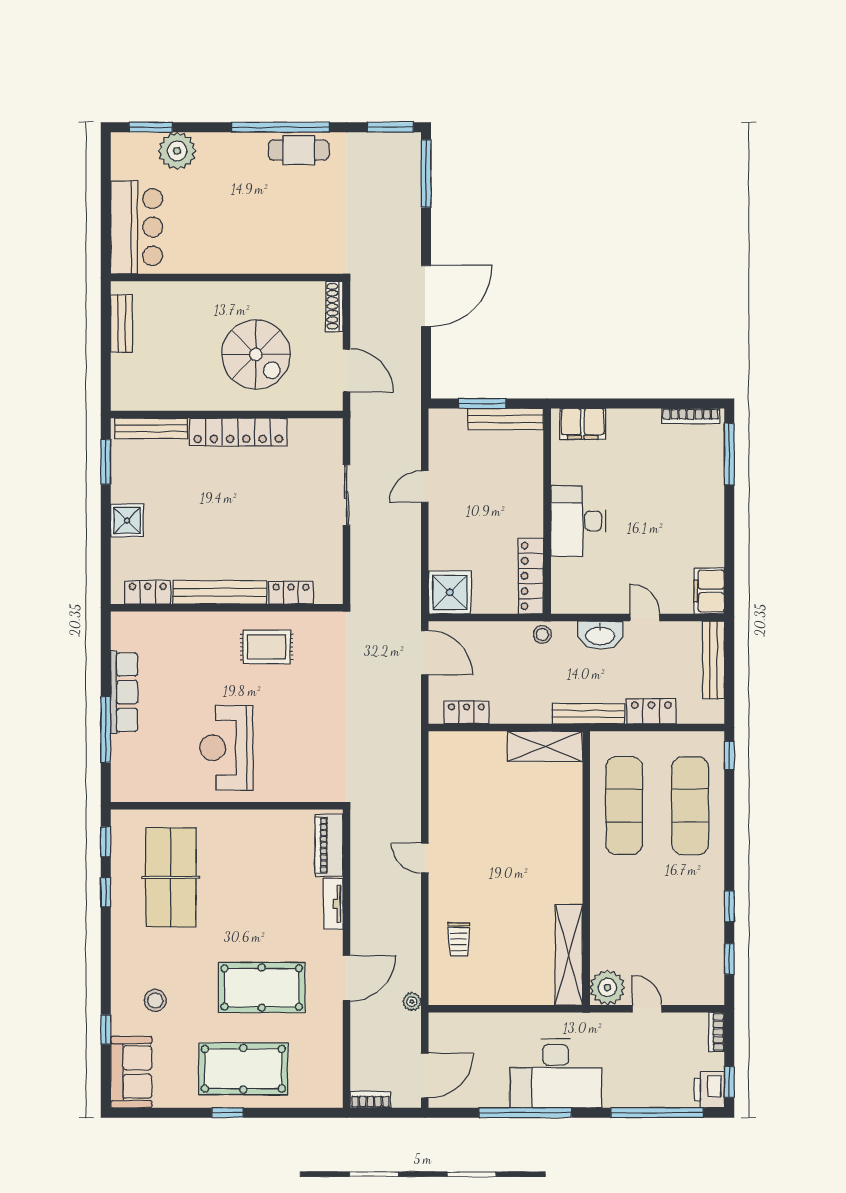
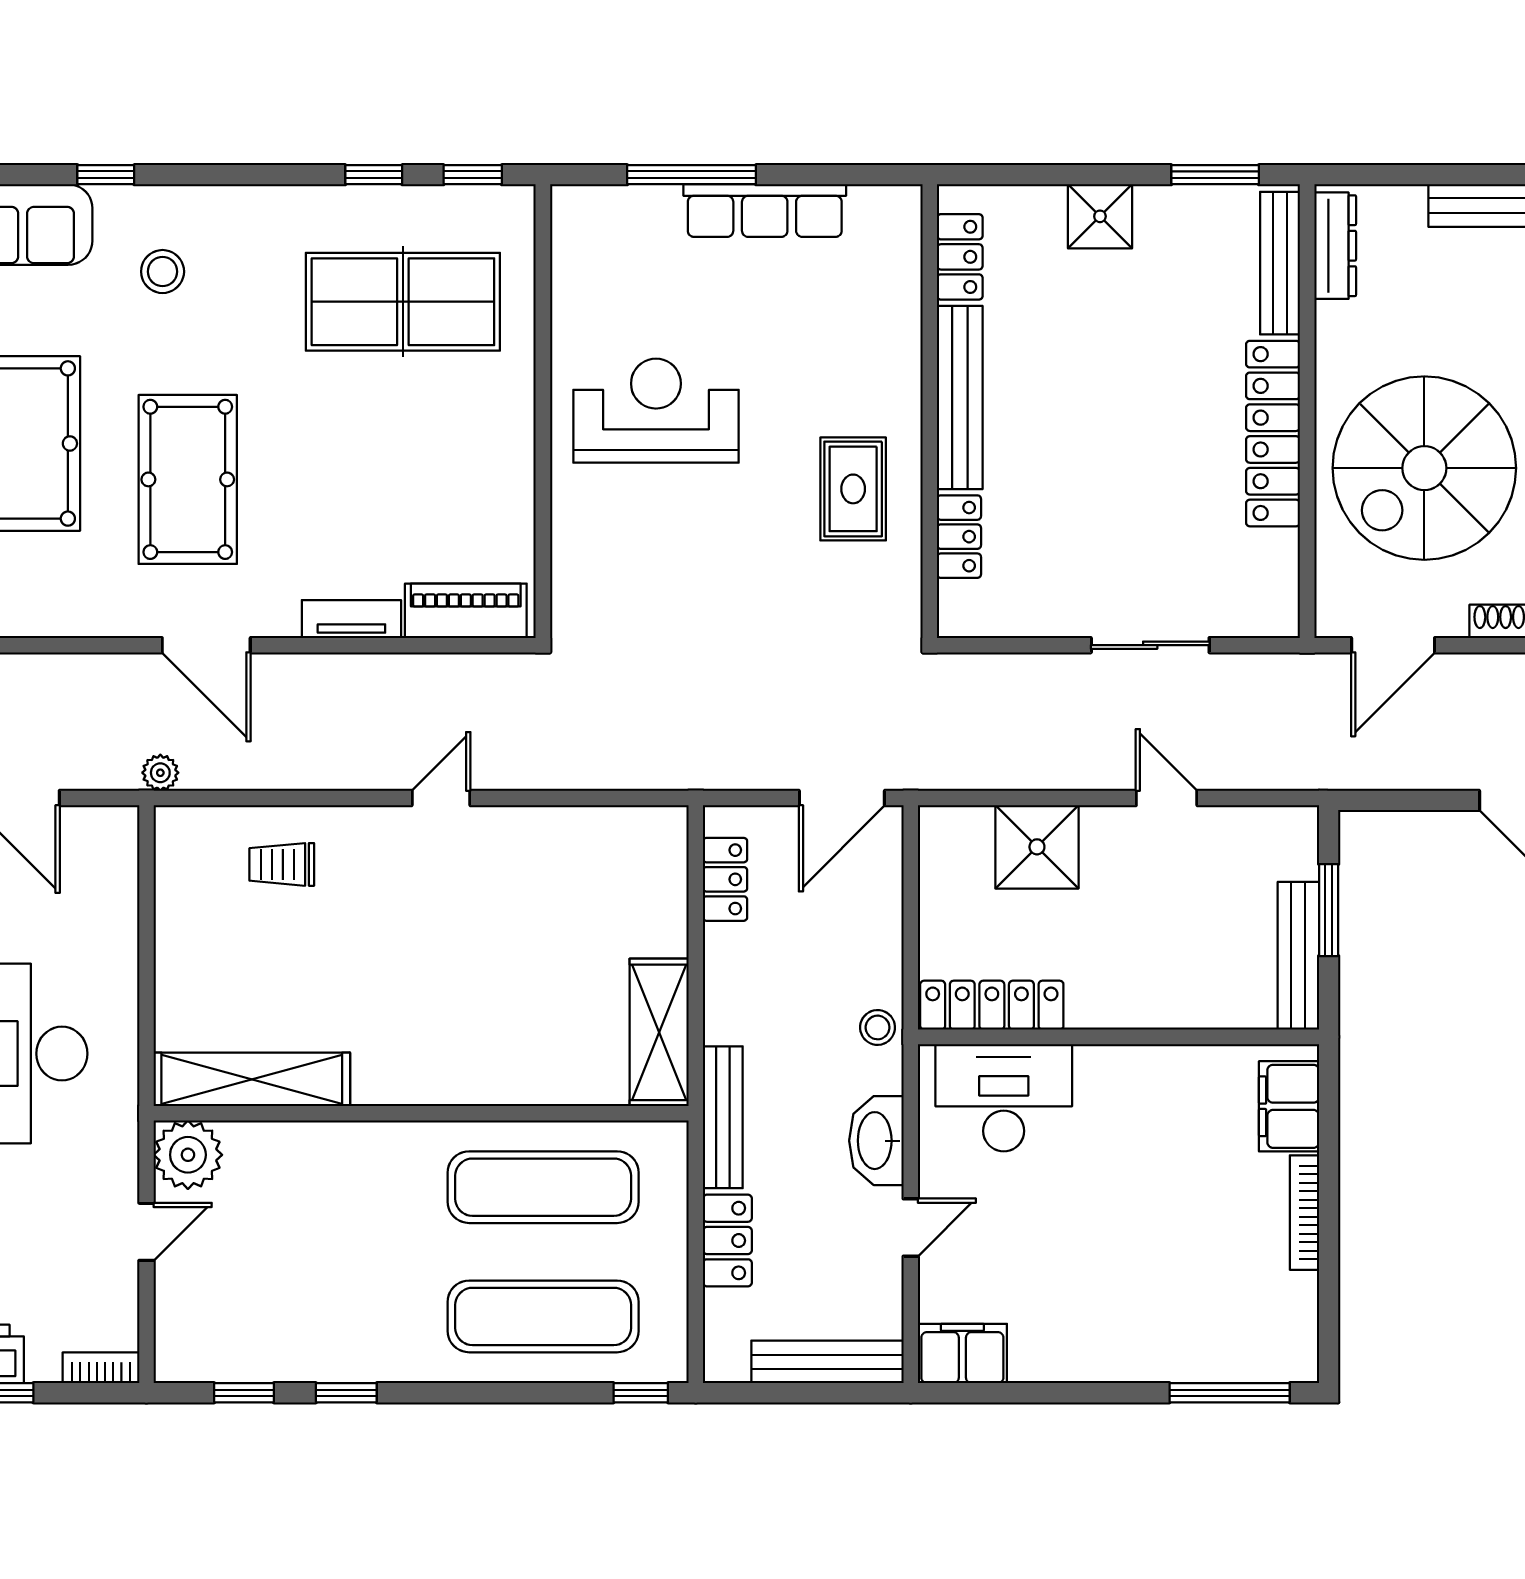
spiral stairs: (256, 355) -> (1424, 468), width x1.37, depth x1.37
dresser: (142, 400) -> (1335, 246), added
bookcase: (691, 416) -> (1304, 1213), moved
desk: (578, 521) -> (1004, 1098), moved
shower: (450, 592) -> (1037, 847), moved

